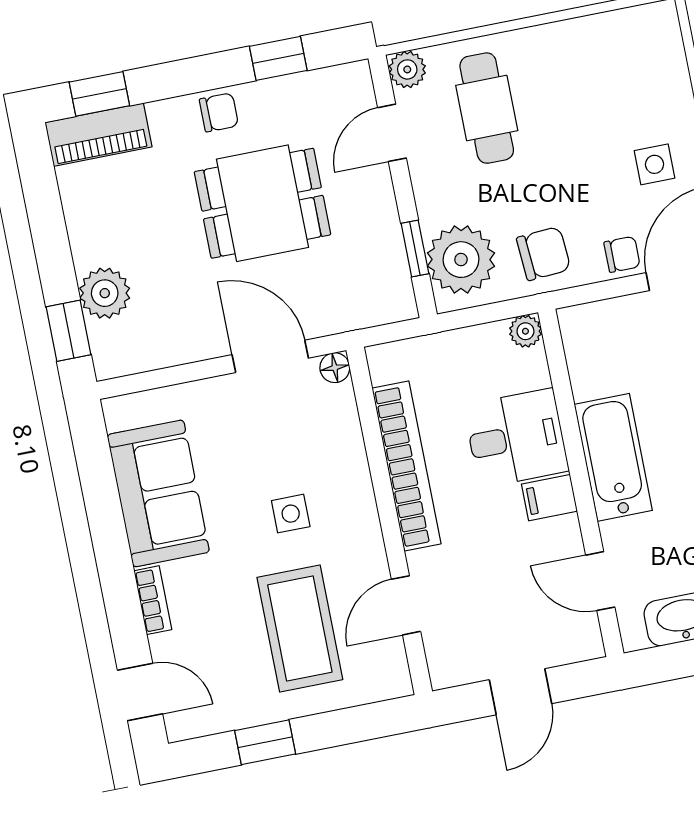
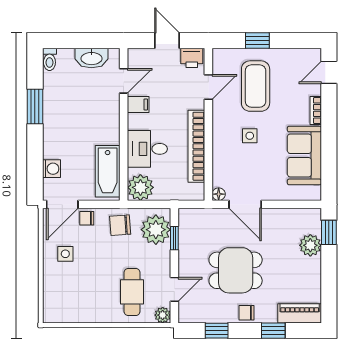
window: (99, 94) -> (273, 331), moved
plant: (525, 331) -> (140, 187), width x1.87, depth x1.87
bathtub: (613, 457) -> (108, 171), moved
filing cabinet: (549, 498) -> (138, 104), moved
door: (600, 581) -> (124, 81), hinge flipped
printer: (457, 664) -> (192, 58), added
door: (140, 692) -> (329, 72), hinge flipped
door: (520, 692) -> (167, 40), hinge flipped
window: (265, 742) -> (257, 40), moved

